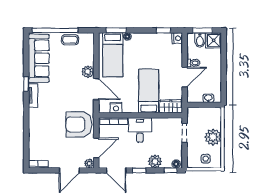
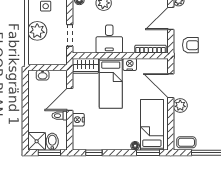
nightstand: (177, 38) -> (78, 120), moved
coffee table: (70, 40) -> (186, 142), moved
nightstand: (116, 108) -> (130, 64), moved
armchair: (79, 124) -> (190, 45), width x0.53, depth x0.53
desk: (140, 130) -> (109, 39), moved

